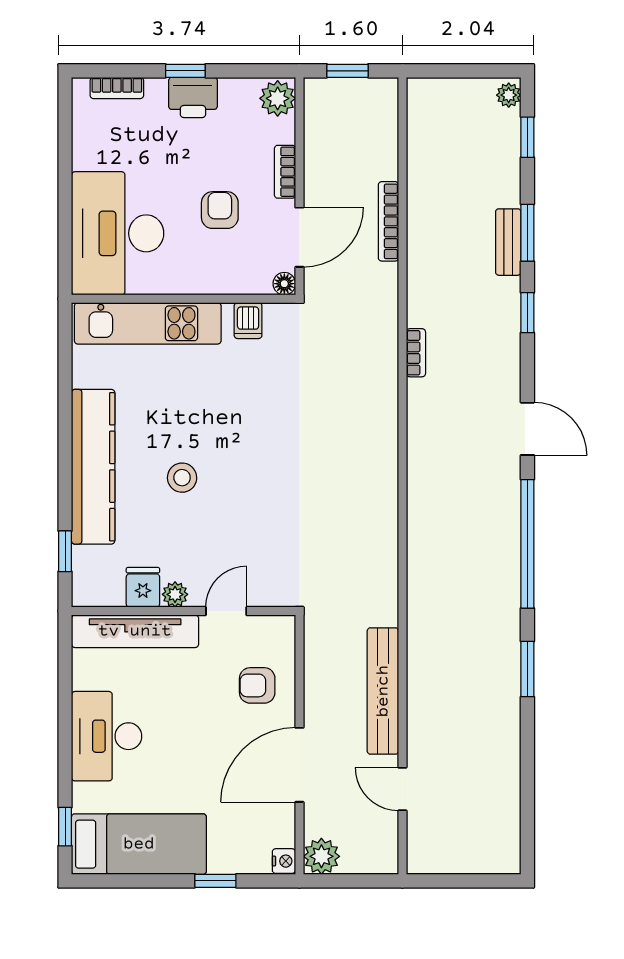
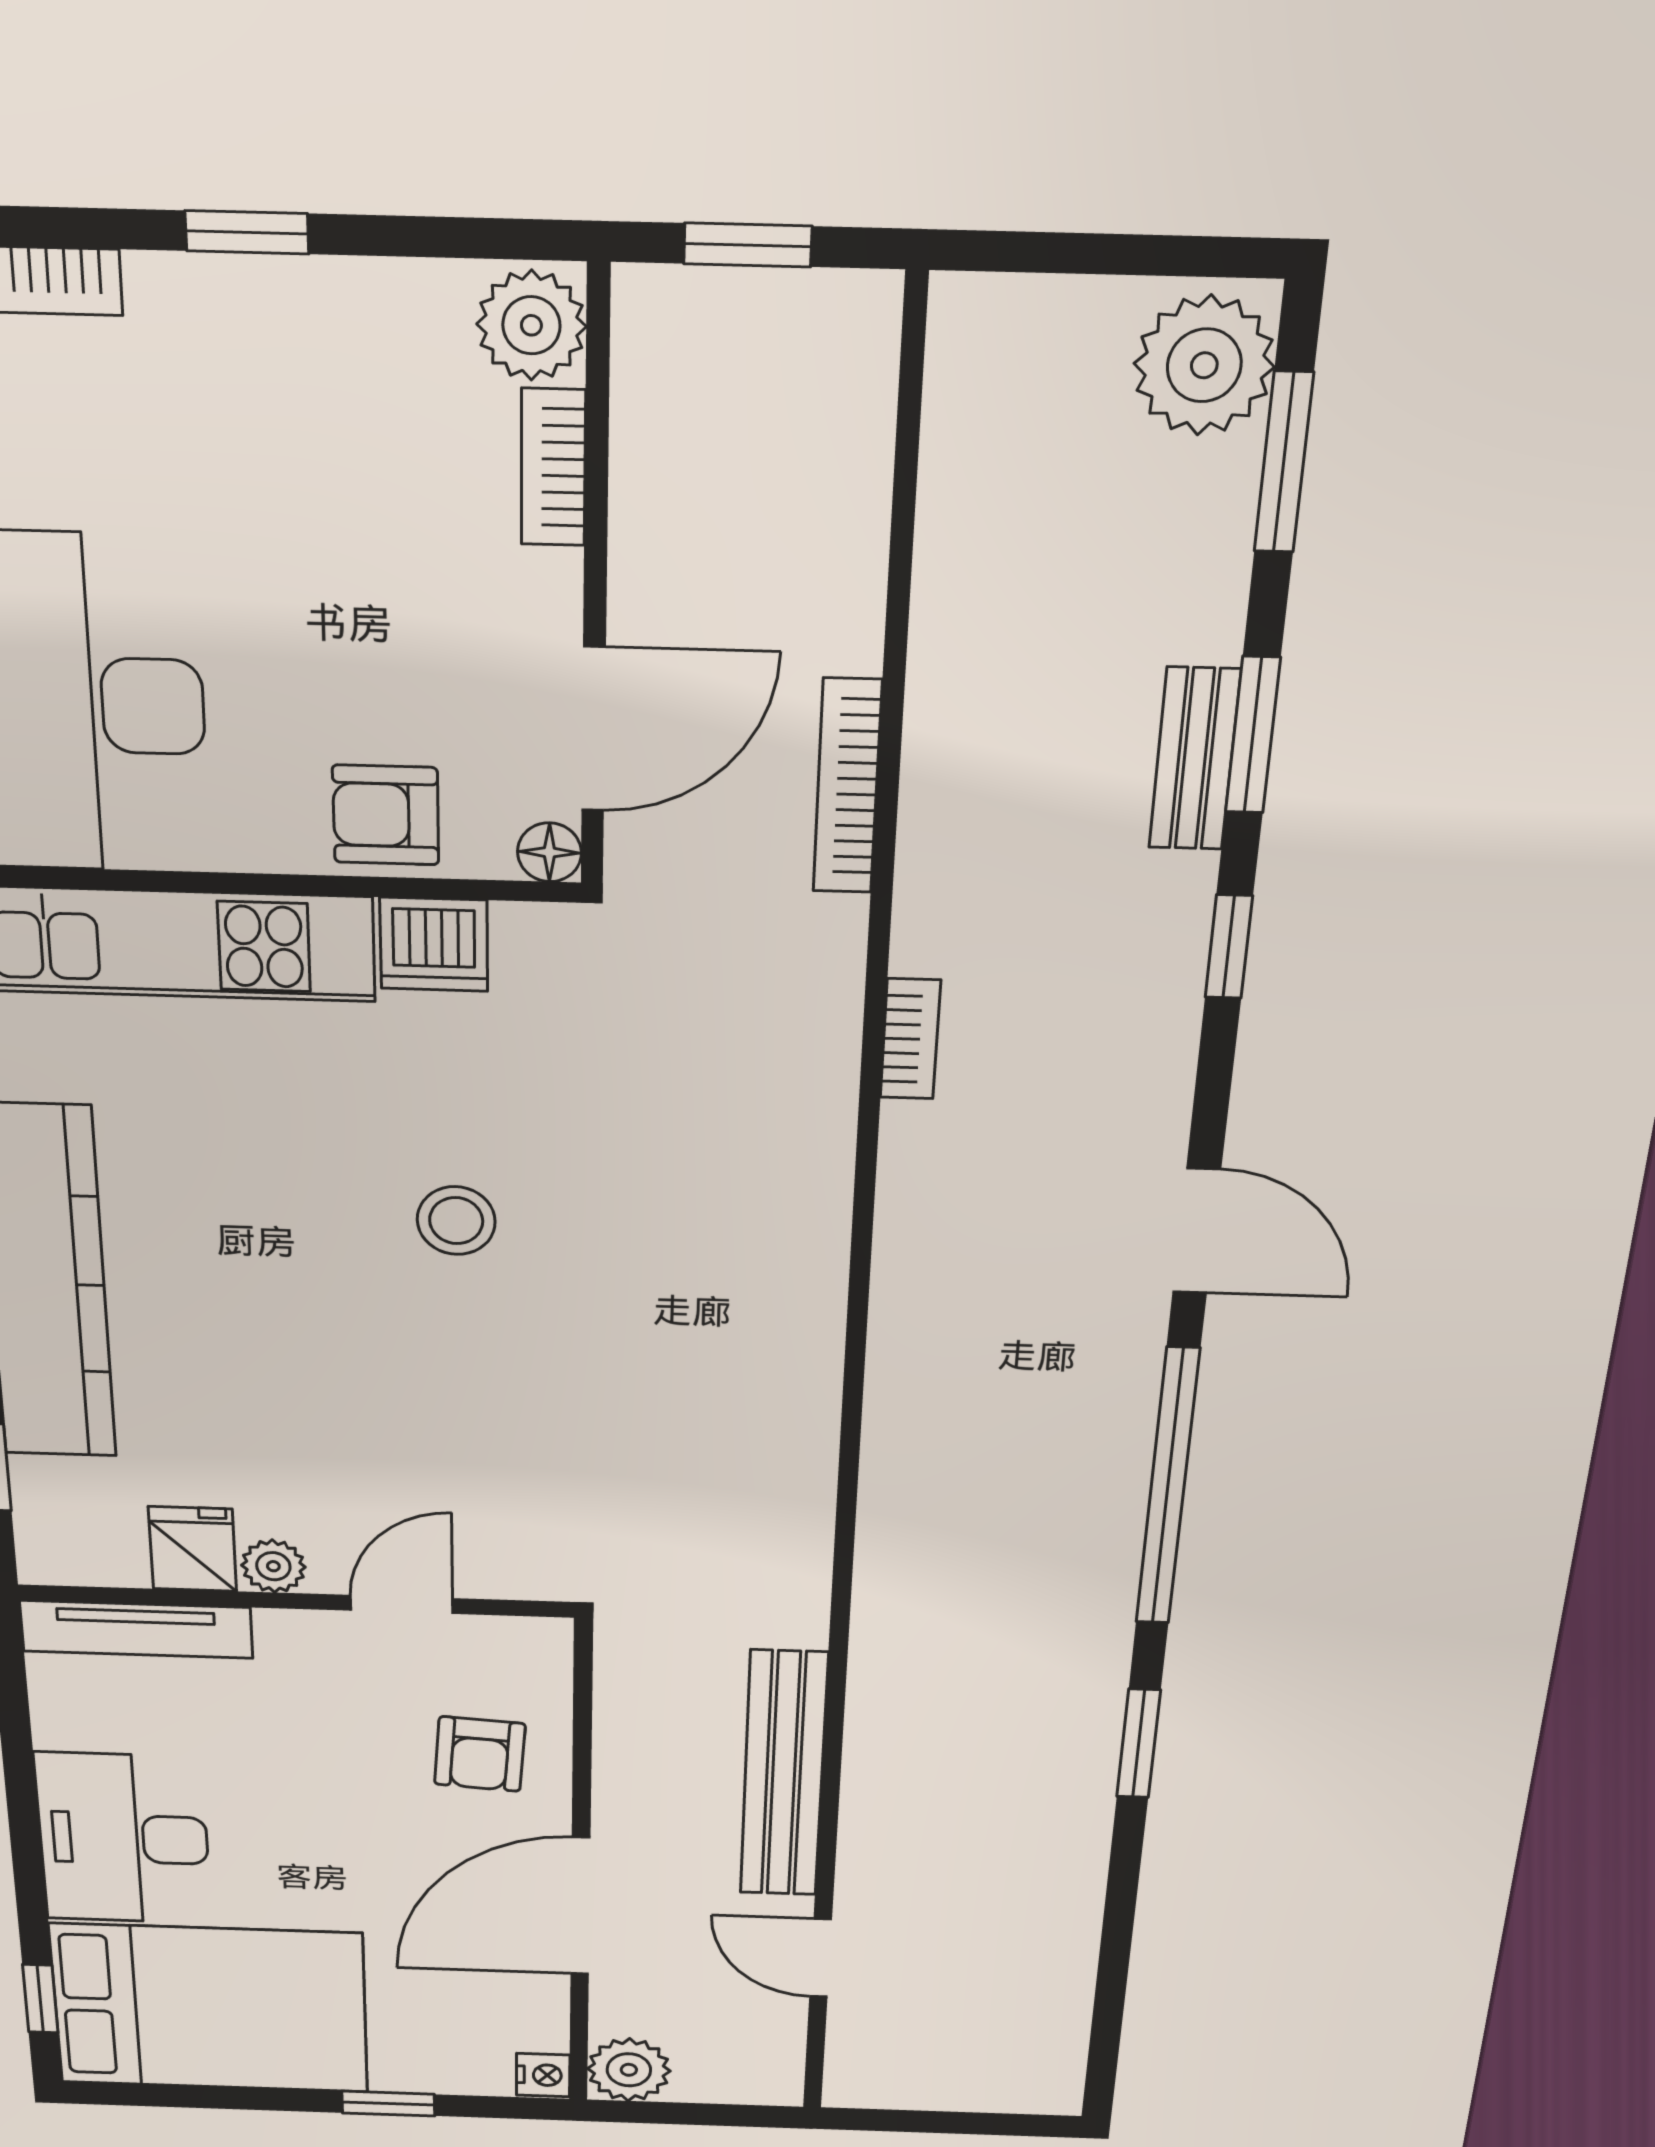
plant: (509, 95) -> (1204, 365), width x1.87, depth x1.87
printer: (193, 97) -> (273, 316), removed
window: (527, 137) -> (1284, 462), width x1.50
bookcase: (285, 172) -> (553, 467), moved
armchair: (220, 210) -> (386, 815), moved, turned -90
bookcase: (388, 221) -> (847, 786), moved
dishwasher: (248, 321) -> (434, 944), width x1.38
stool: (182, 478) -> (456, 1221), moved
tv unit: (135, 631) -> (136, 1629), width x0.73, depth x0.78
armchair: (257, 685) -> (480, 1754), turned -86
bed: (139, 844) -> (210, 2009), width x1.50

